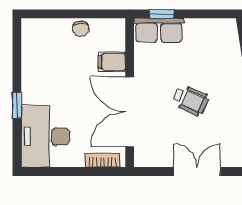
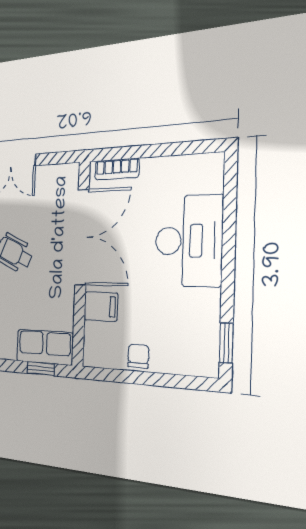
window: (17, 105) -> (226, 343), moved
desk: (45, 136) -> (189, 241), moved

